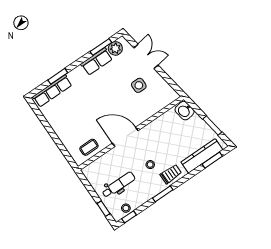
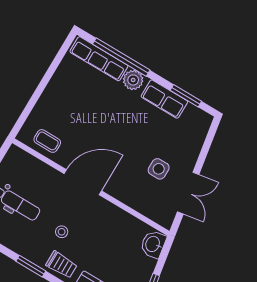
plant: (115, 48) -> (133, 80), moved
double door: (146, 56) -> (188, 193), moved
window: (58, 76) -> (121, 57), width x2.11
door: (125, 137) -> (83, 182), hinge flipped

